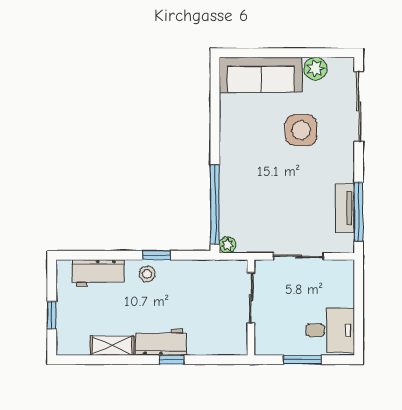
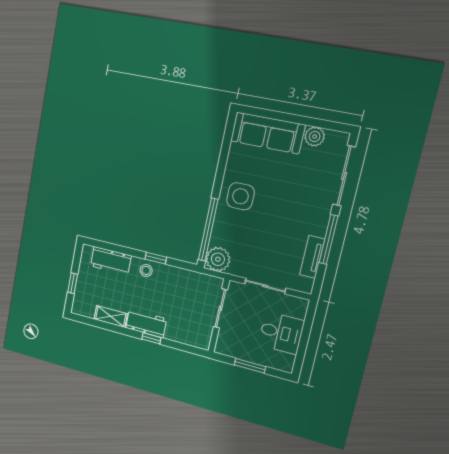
side table: (301, 130) -> (240, 196), moved
window: (359, 212) -> (329, 240), moved
plant: (228, 245) -> (218, 259), width x1.88, depth x1.88
desk: (330, 330) -> (281, 333), moved

